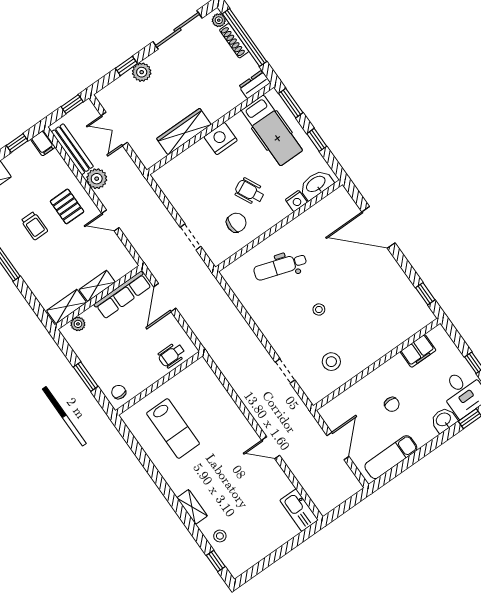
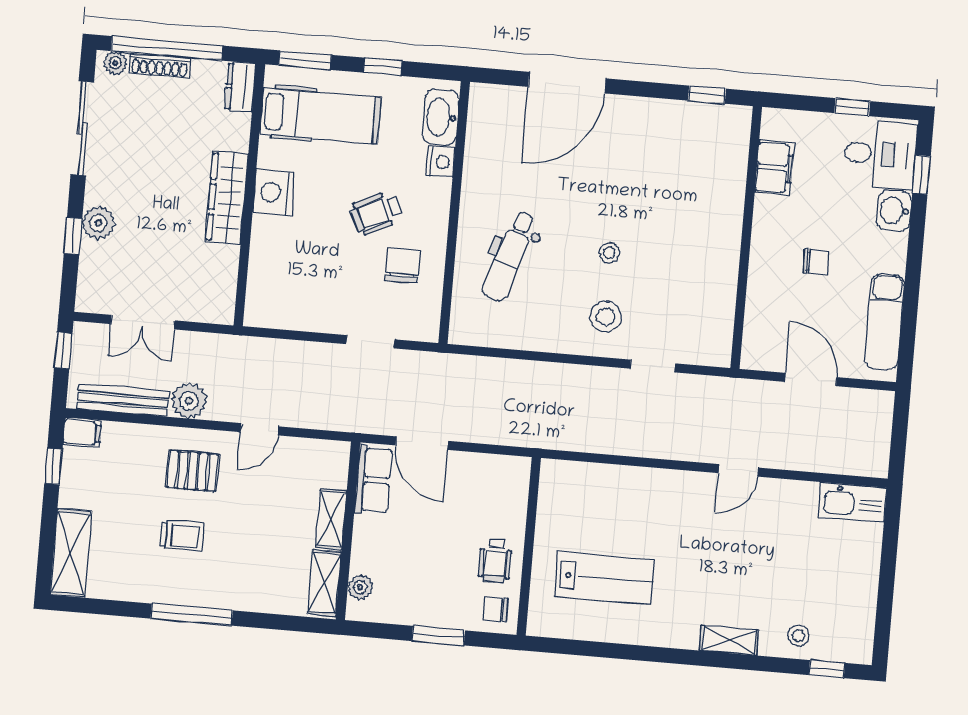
wardrobe: (184, 132) -> (227, 198), moved
row of seats: (123, 295) -> (373, 480), width x0.68
wheelchair: (172, 355) -> (495, 560), moved
stool: (331, 362) -> (606, 317), moved

